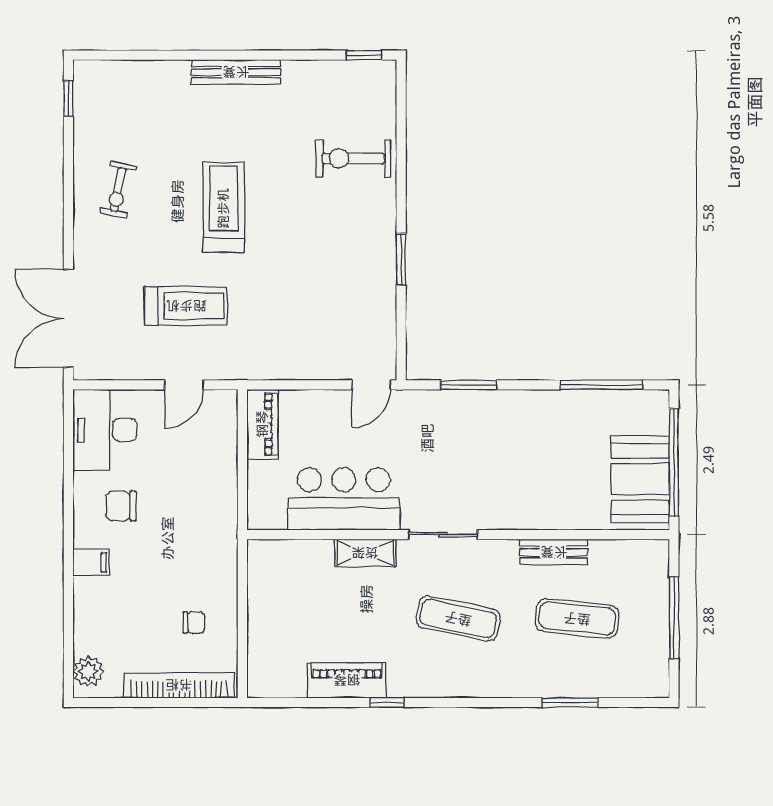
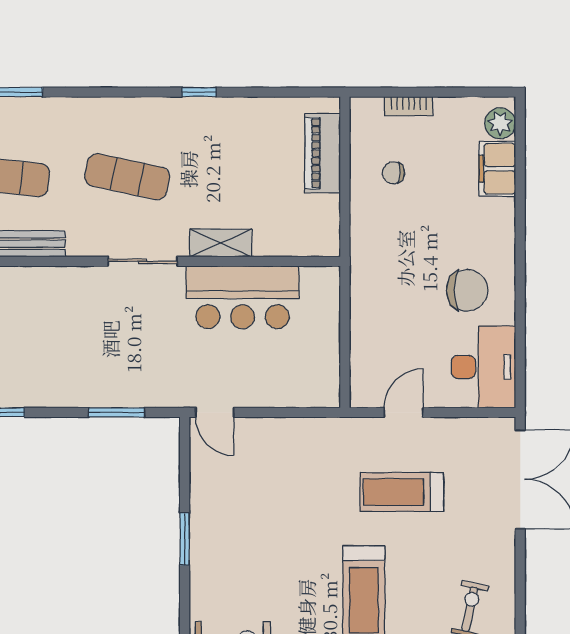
door: (371, 385) -> (215, 412), swing flipped
piano: (262, 424) -> (325, 373), removed
chair: (121, 506) -> (467, 290), width x1.37, depth x1.37
filing cabinet: (91, 562) -> (497, 169), moved, width x2.00
piano: (347, 680) -> (323, 153), moved, turned 90
bookcase: (179, 685) -> (409, 106), width x0.43, depth x0.76

